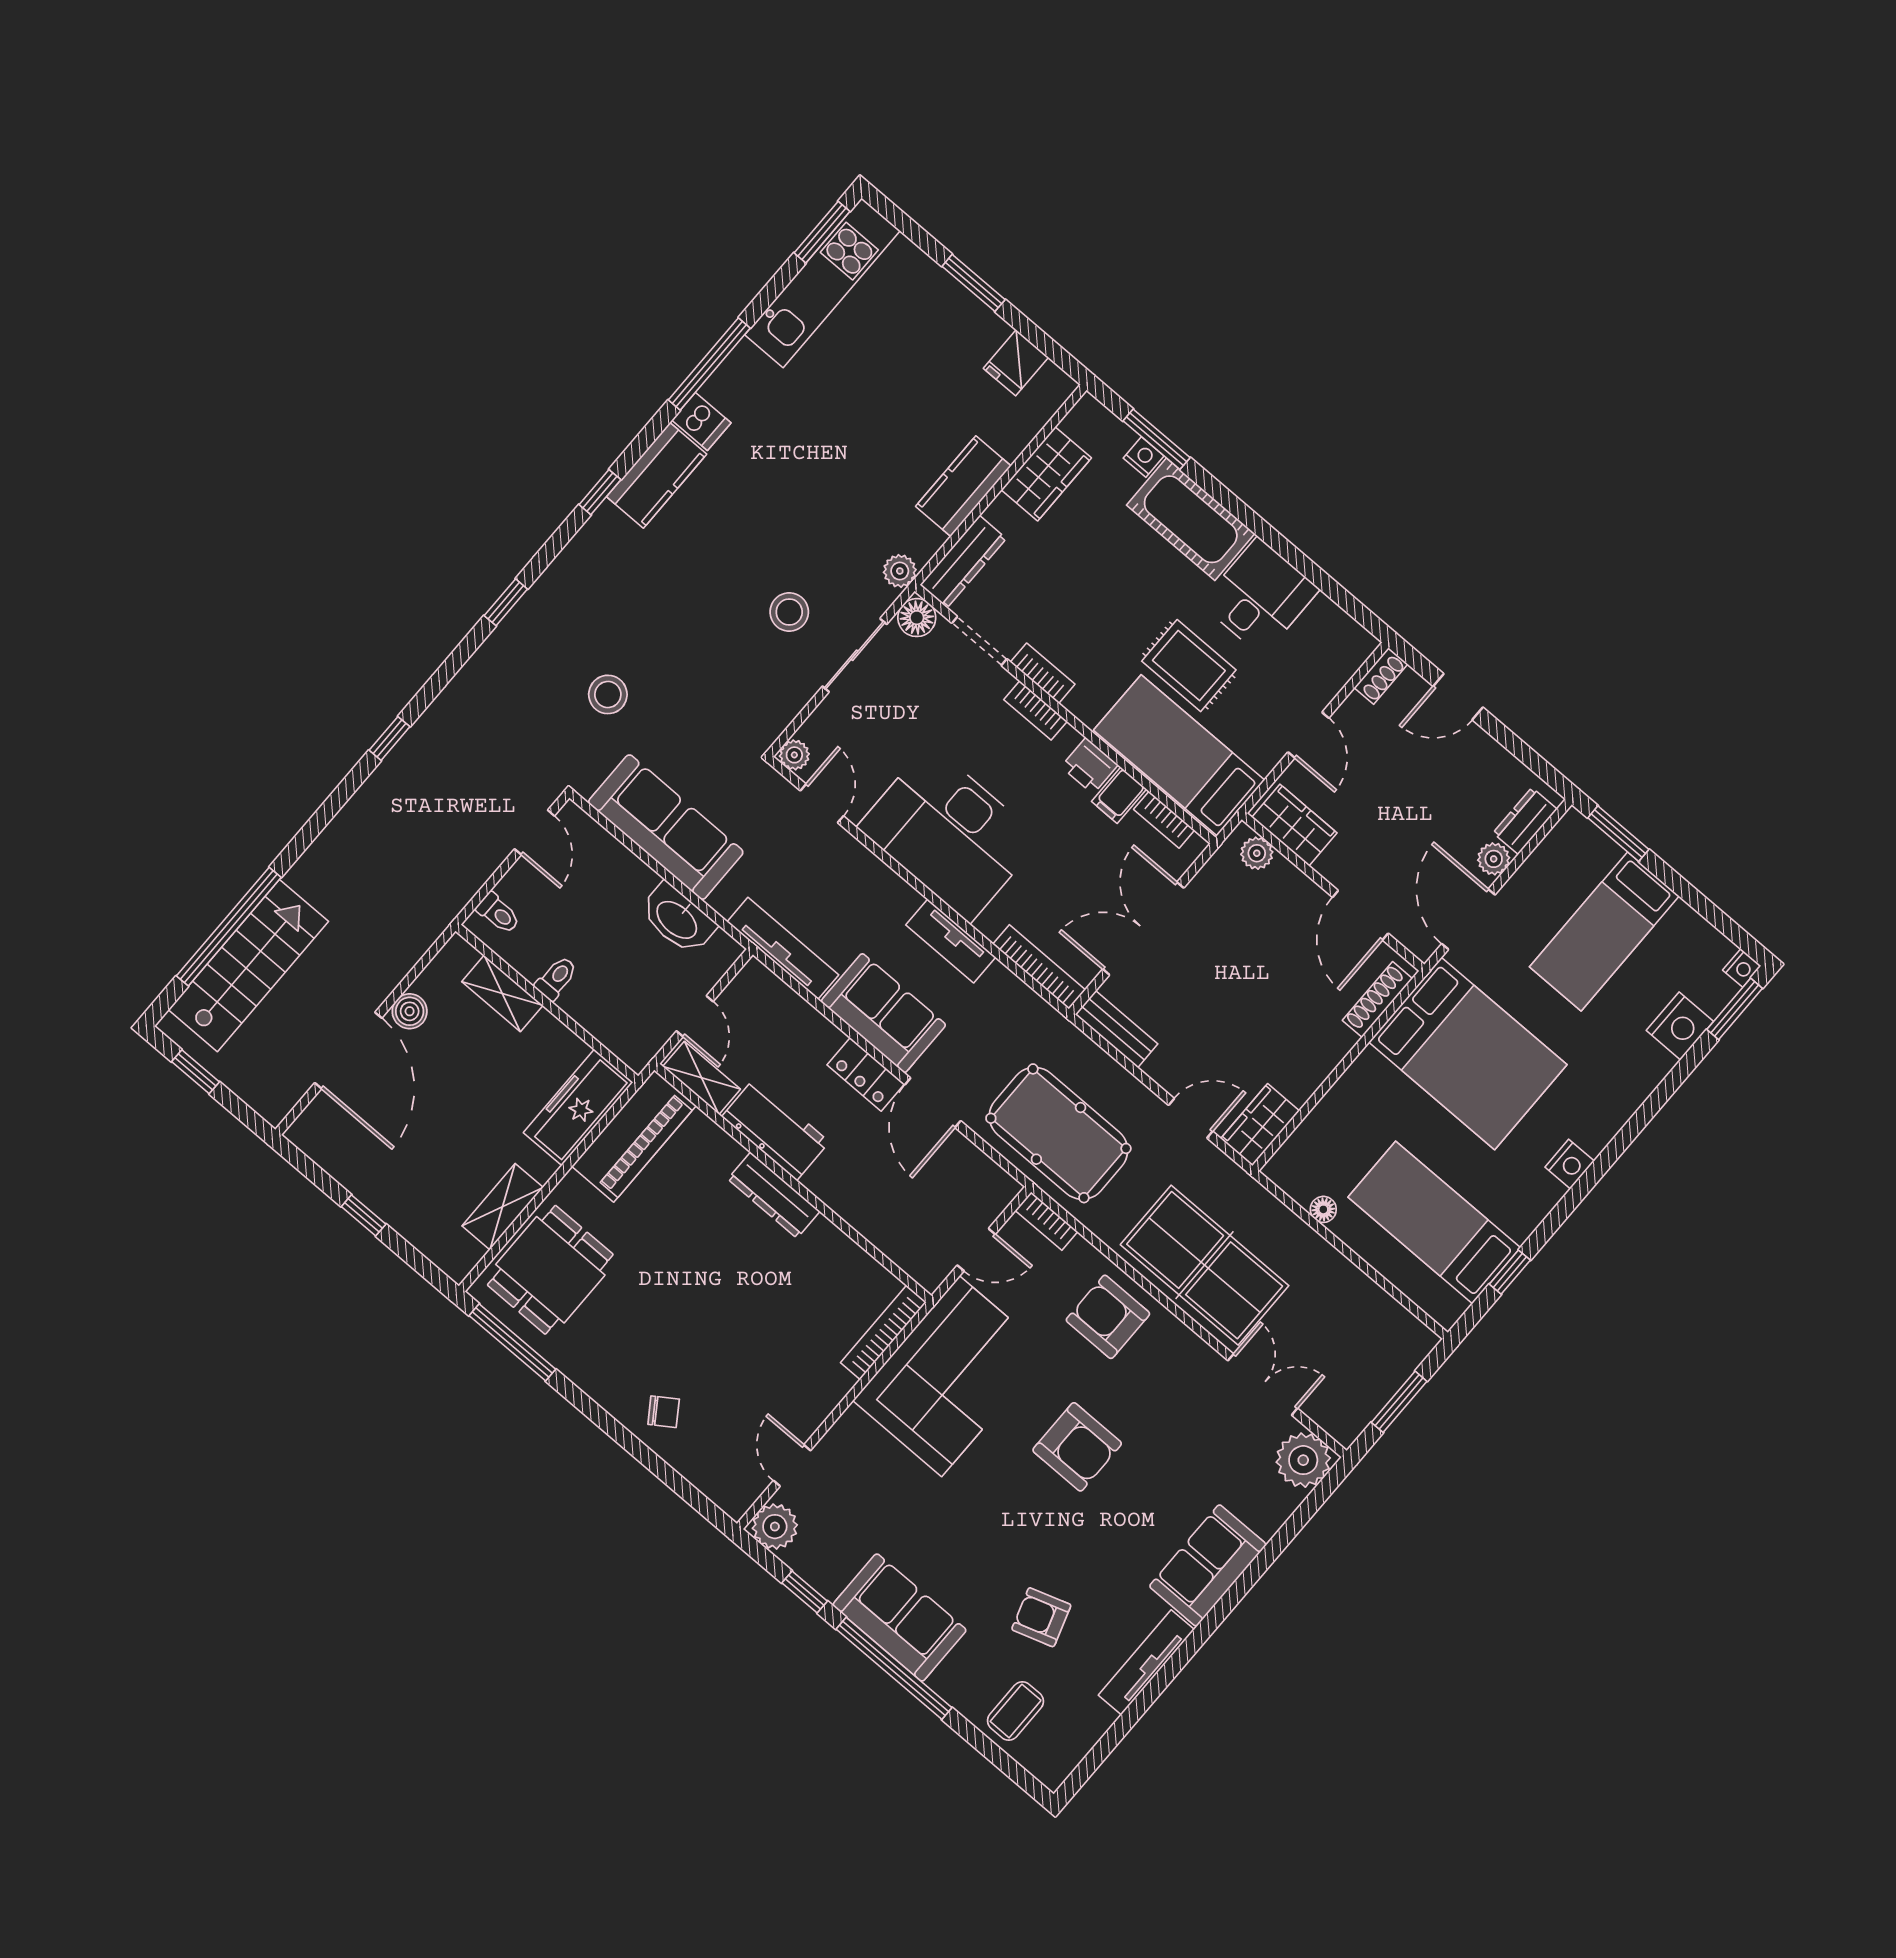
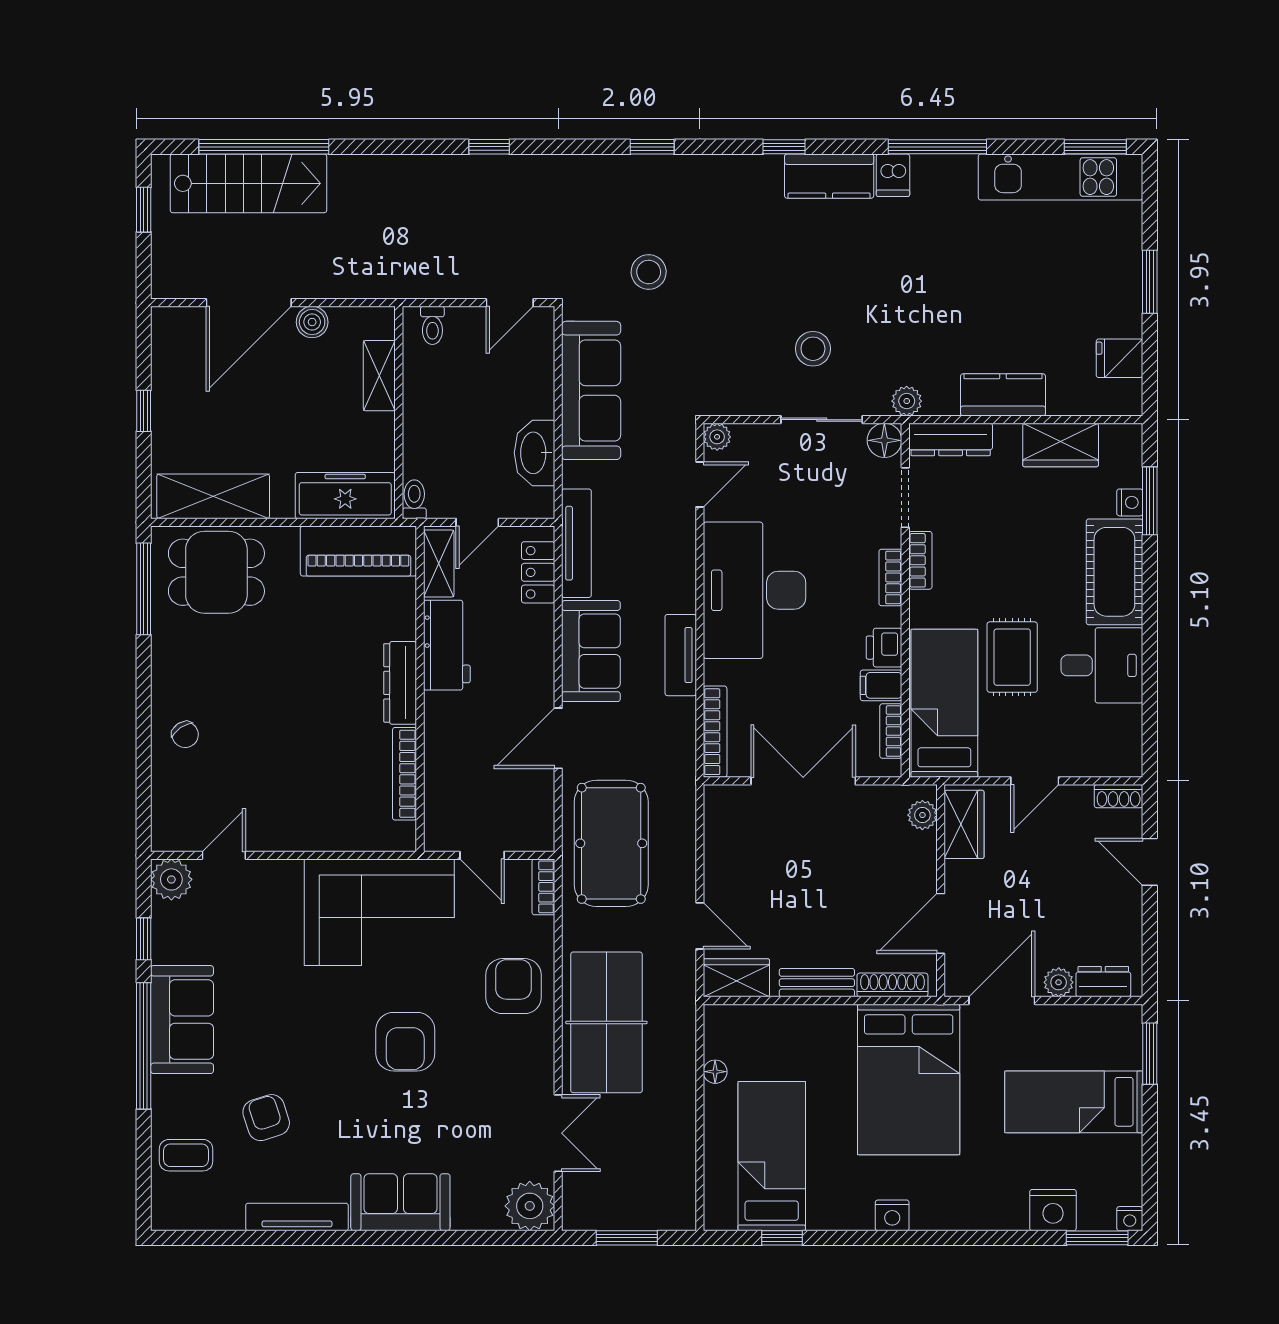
toilet: (556, 978) -> (414, 499), moved, turned -90
bench: (1116, 1029) -> (817, 983), moved, turned 90
locker: (866, 1074) -> (538, 572), moved
shelving: (503, 1207) -> (213, 496), width x1.50, depth x1.33
bookcase: (883, 1332) -> (405, 774), moved, turned -90

